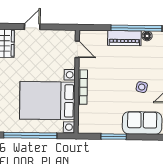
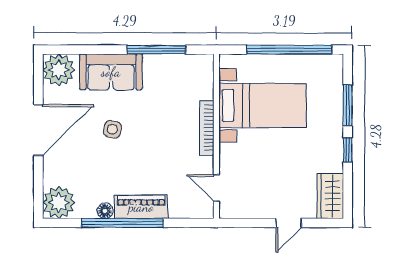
bed with nightstands: (47, 101) -> (263, 105), width x0.73
window: (114, 137) -> (156, 50), width x1.44

